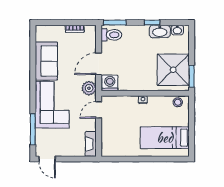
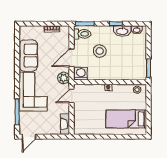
stool: (133, 56) -> (100, 51), added
shower: (173, 70) -> (133, 63), removed
door: (47, 159) -> (29, 137), hinge flipped

